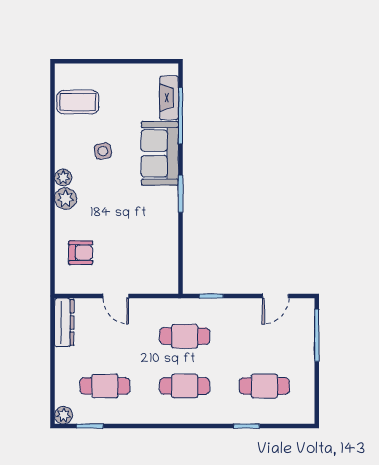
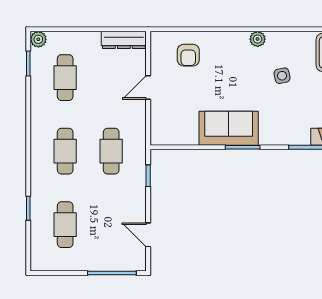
sofa: (160, 153) -> (229, 128), moved
plant: (66, 199) -> (238, 41), removed

